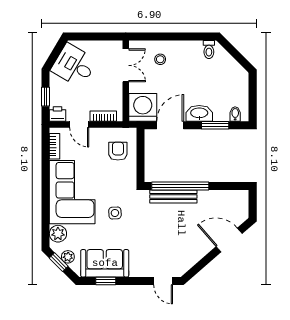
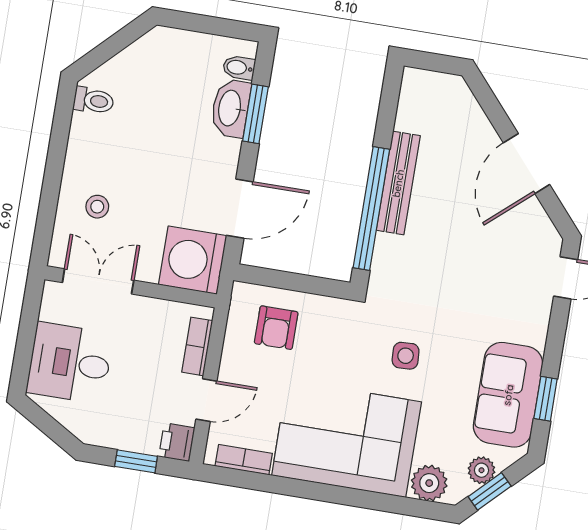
desk: (74, 65) -> (70, 363), moved, turned 59
washbasin: (199, 113) -> (231, 108), moved
door: (170, 125) -> (240, 209), swing flipped
armchair: (118, 151) -> (276, 328), turned -90
bench: (173, 196) -> (398, 183), moved
door: (229, 240) -> (527, 164), moved

